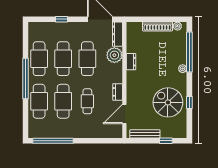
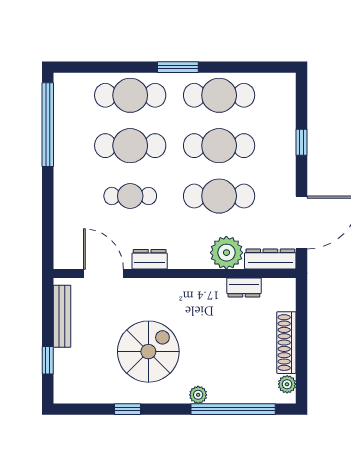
dresser: (131, 62) -> (244, 287), moved
window: (26, 78) -> (178, 67), width x0.47
spiral stairs: (168, 102) -> (148, 352), moved

